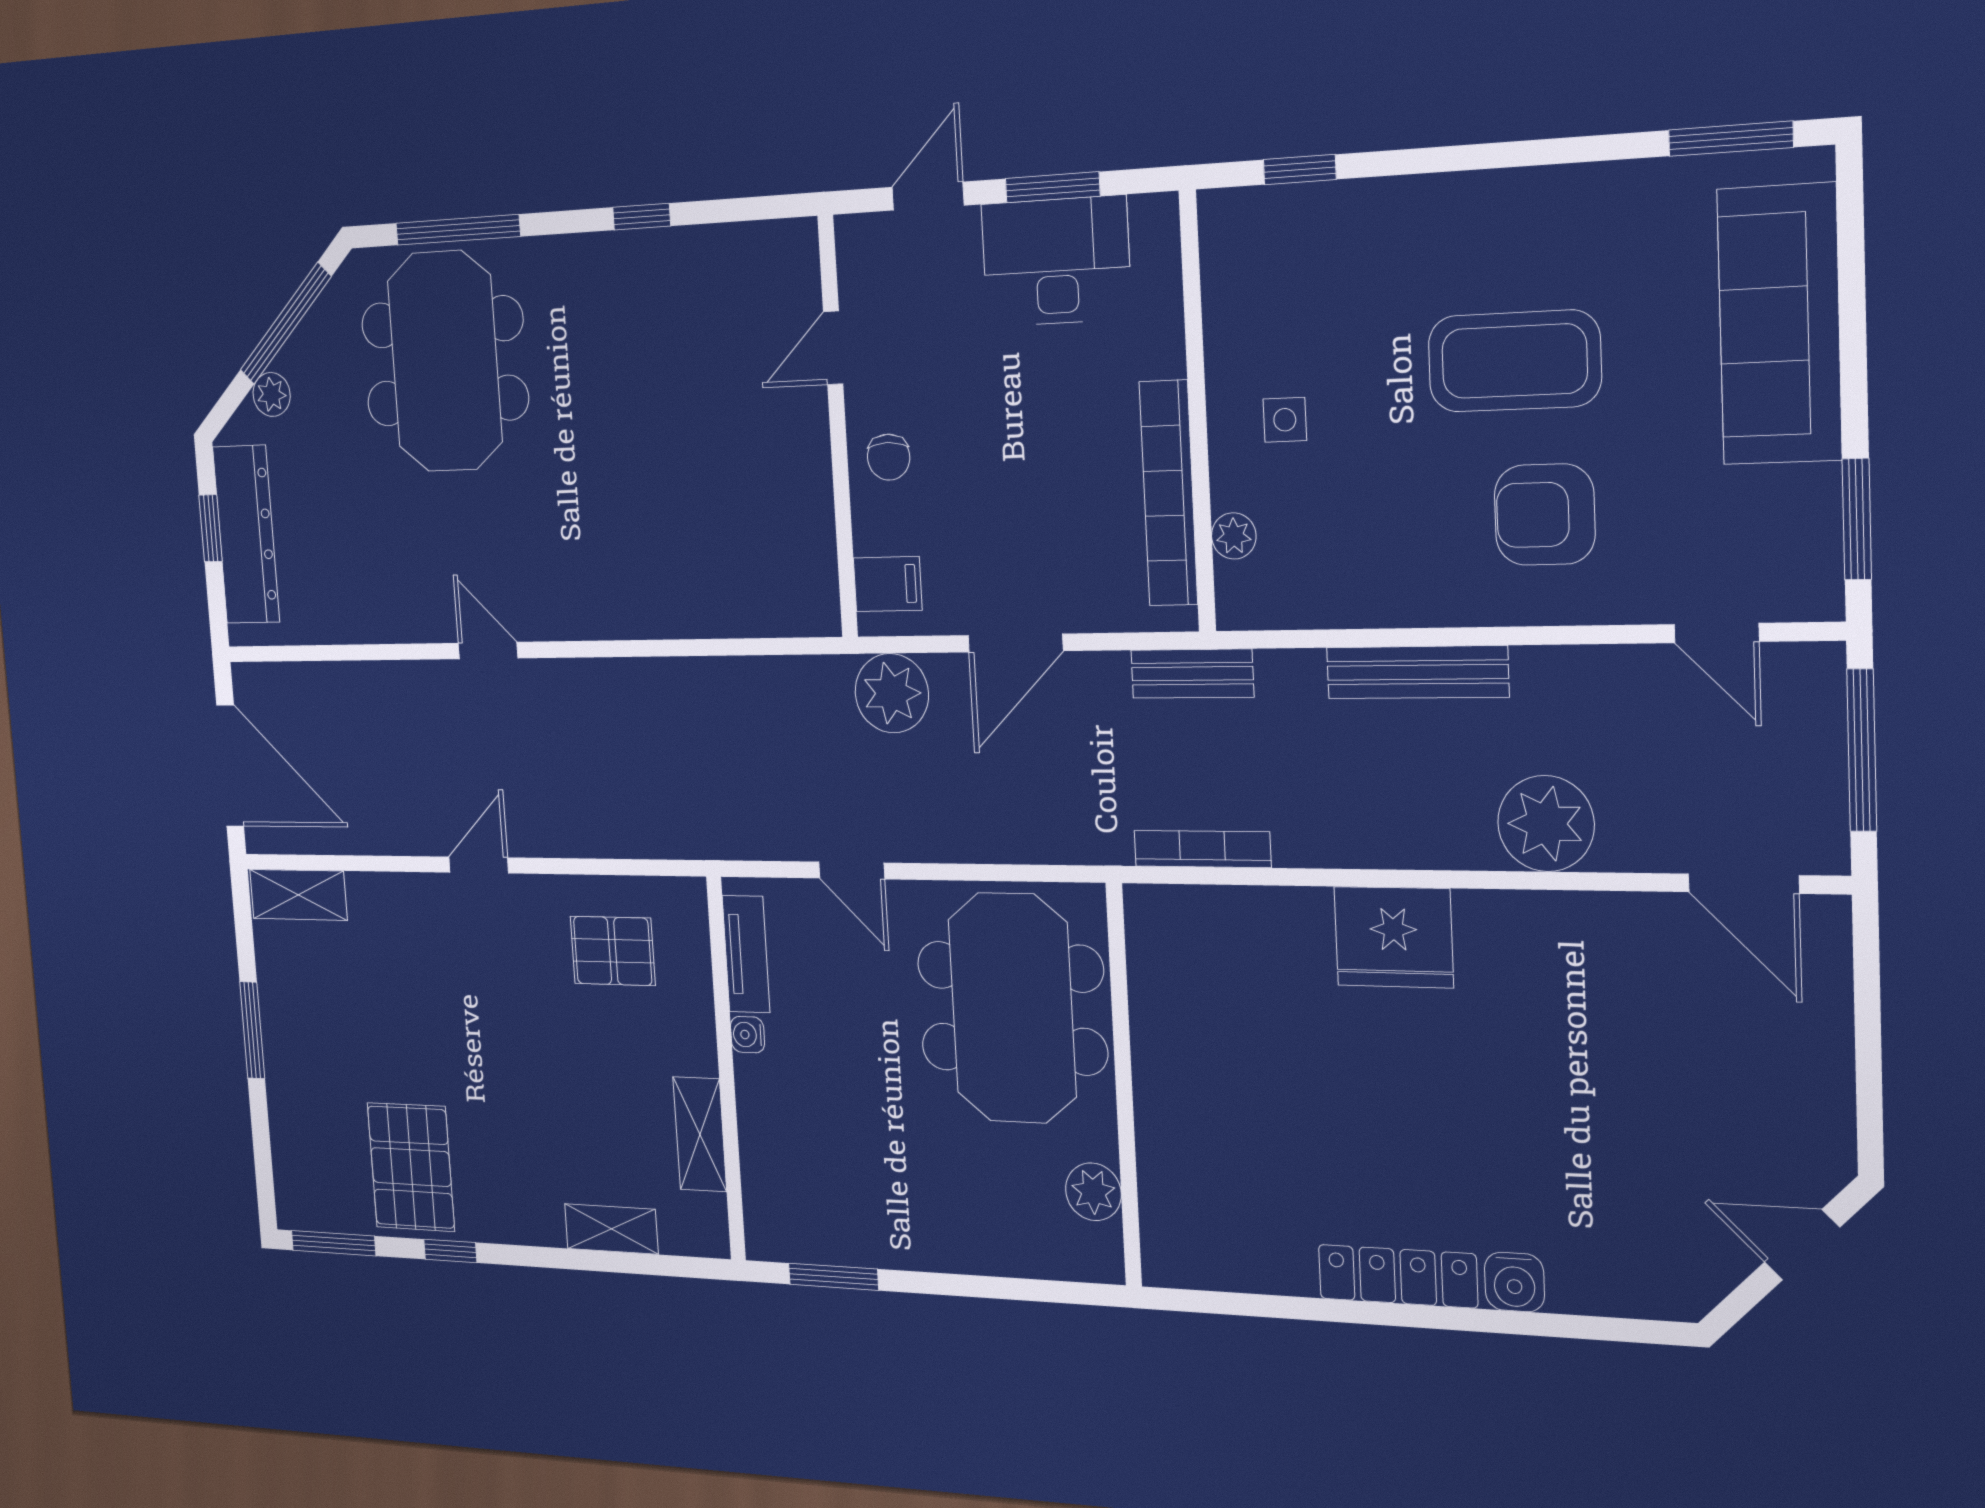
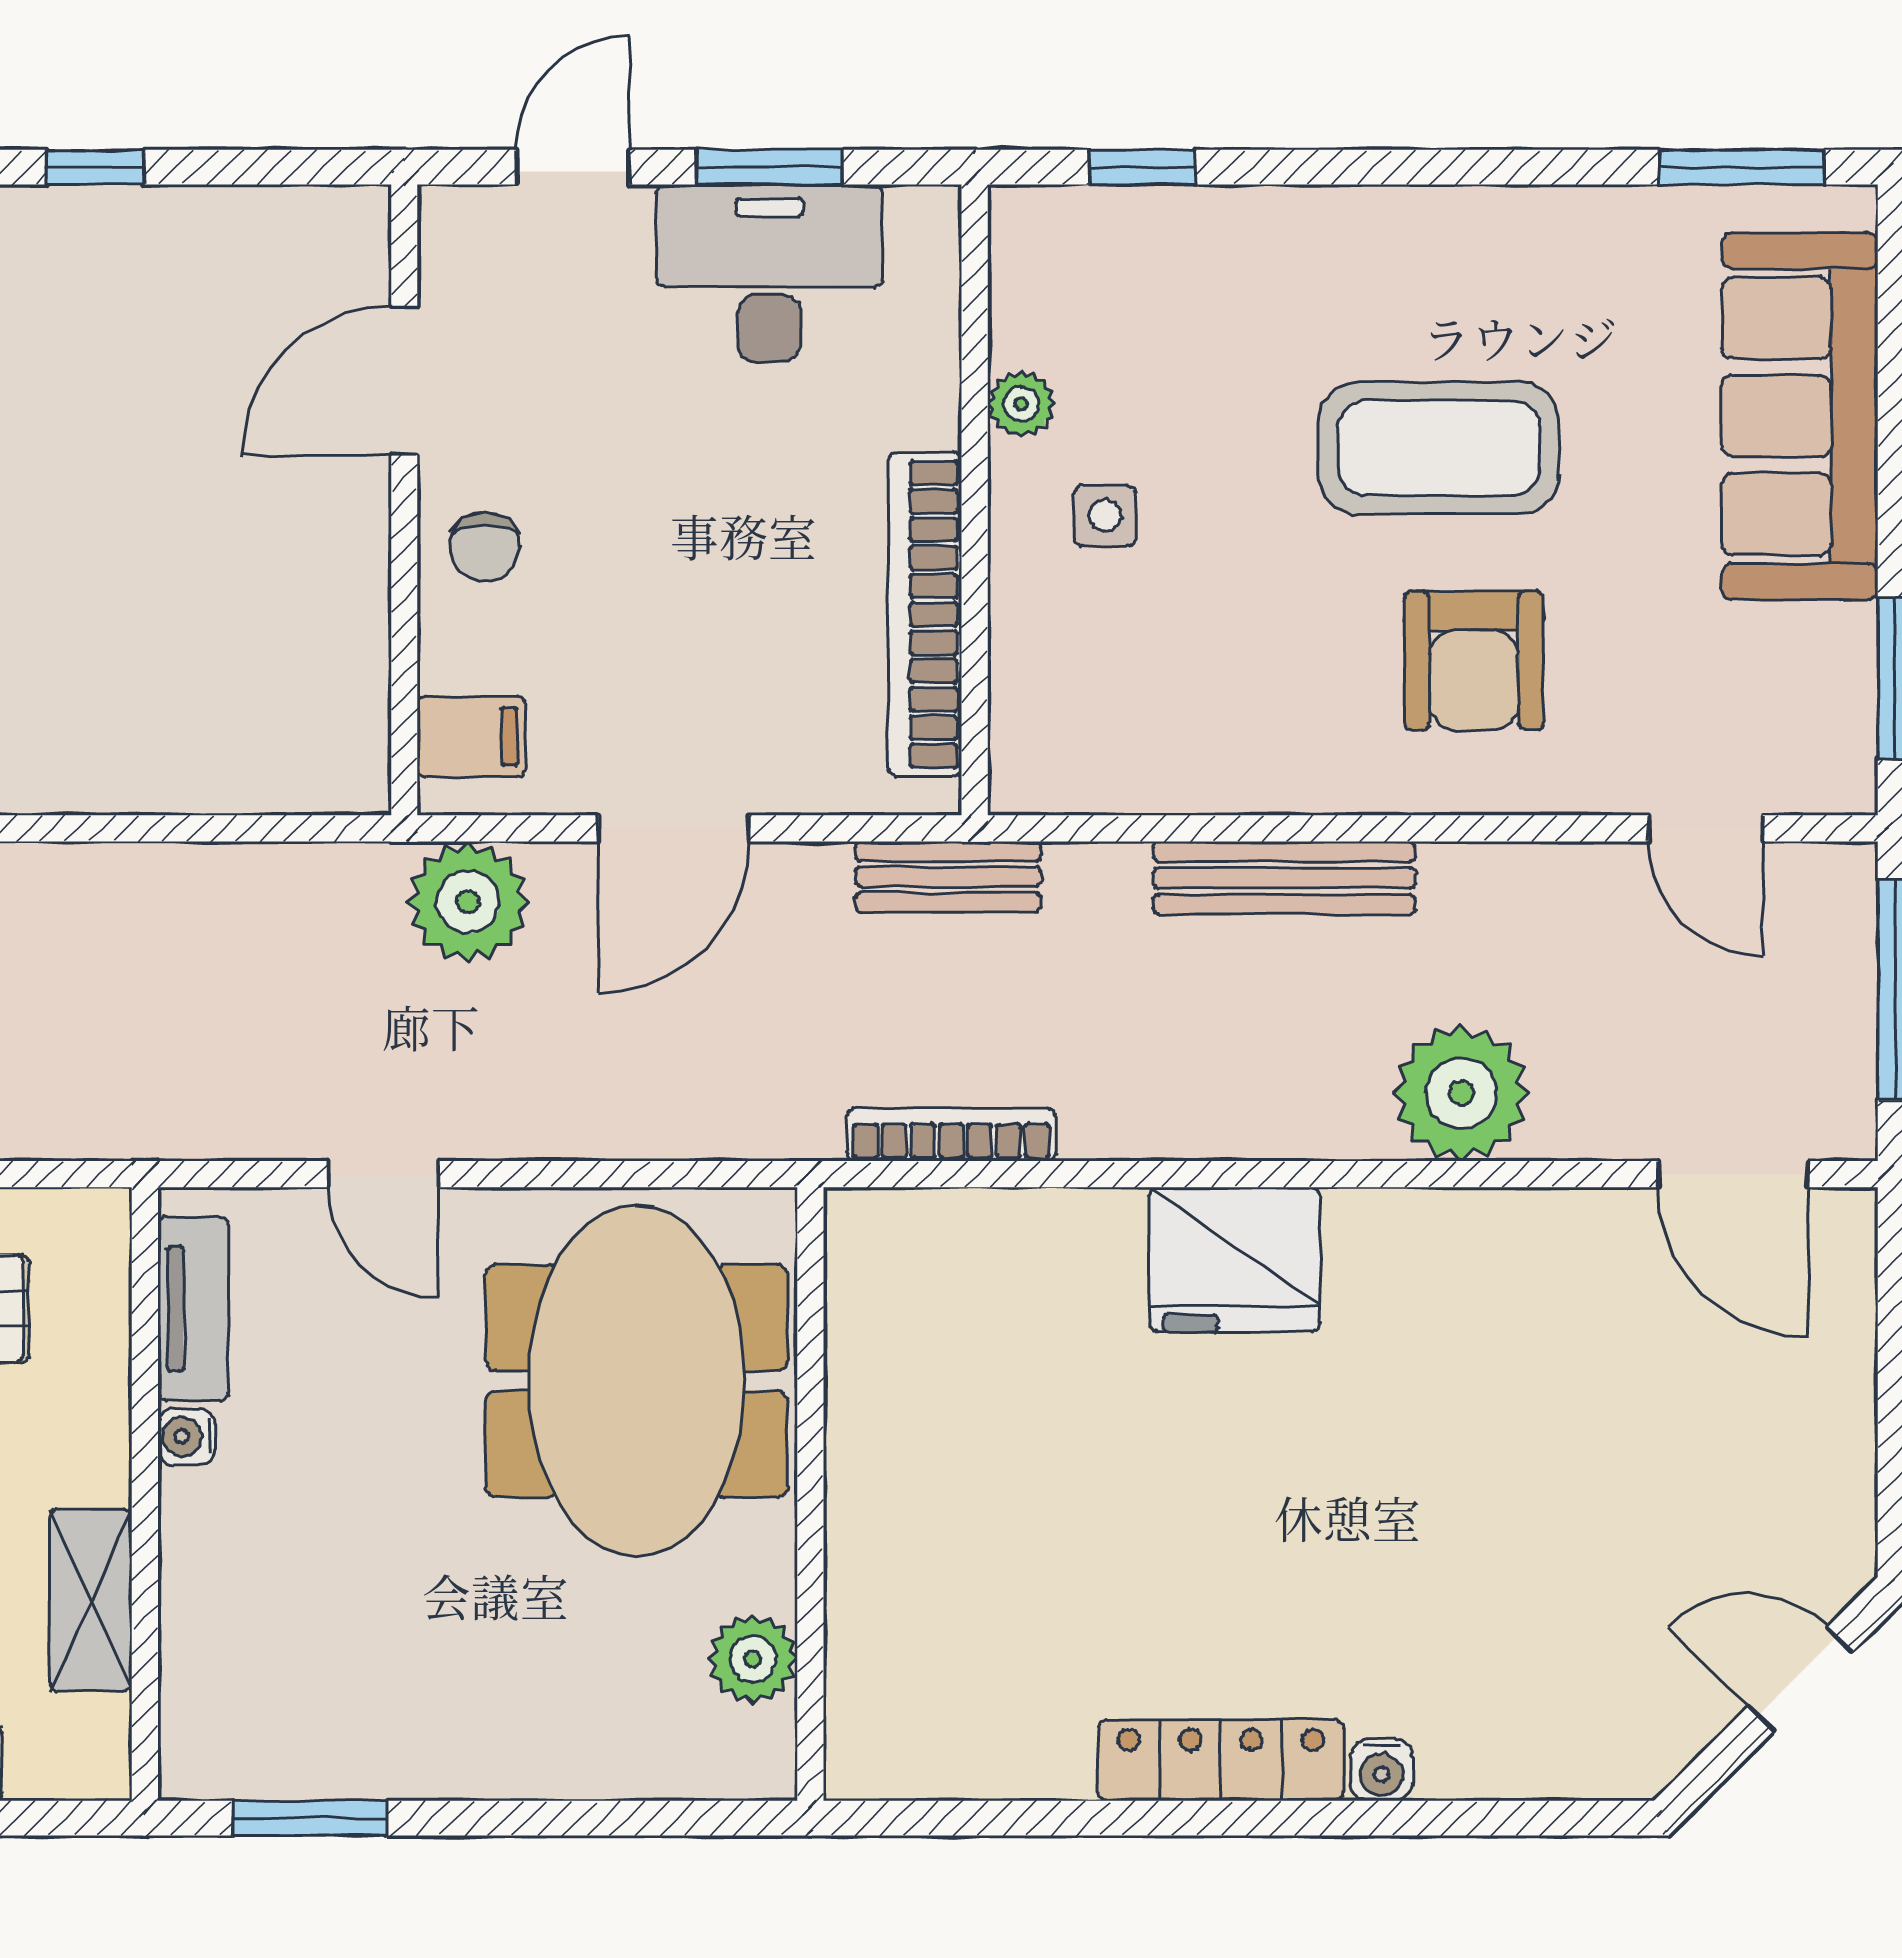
door: (833, 348) -> (404, 381), width x1.38
armchair: (1545, 515) -> (1474, 661), turned -90
plant: (1234, 536) -> (1021, 404), moved
water cooler: (1514, 1282) -> (1381, 1770), width x0.72, depth x0.72

